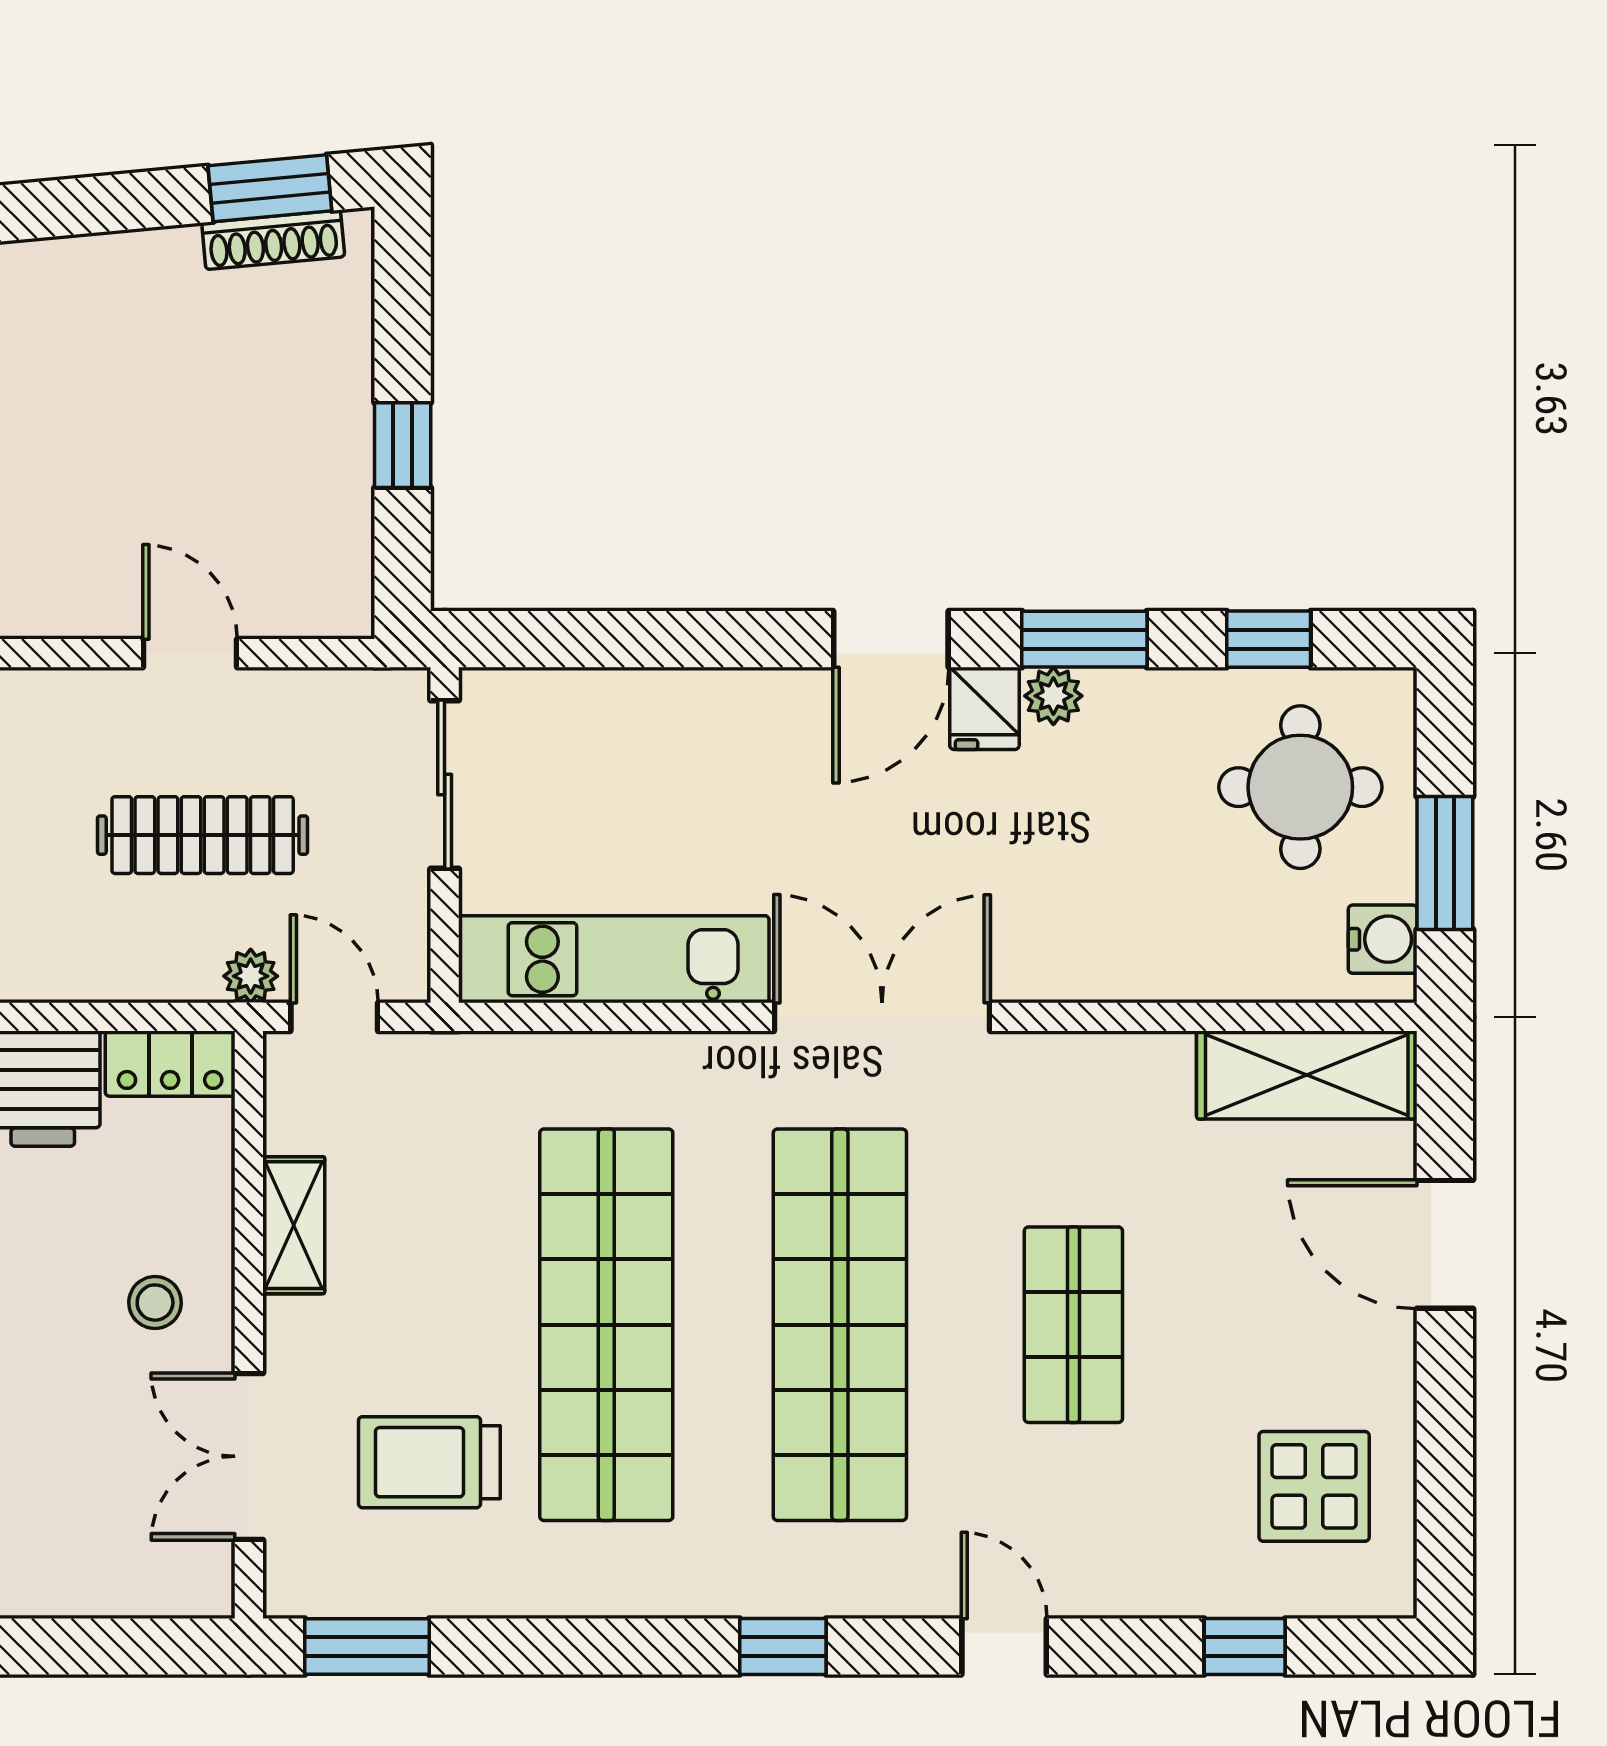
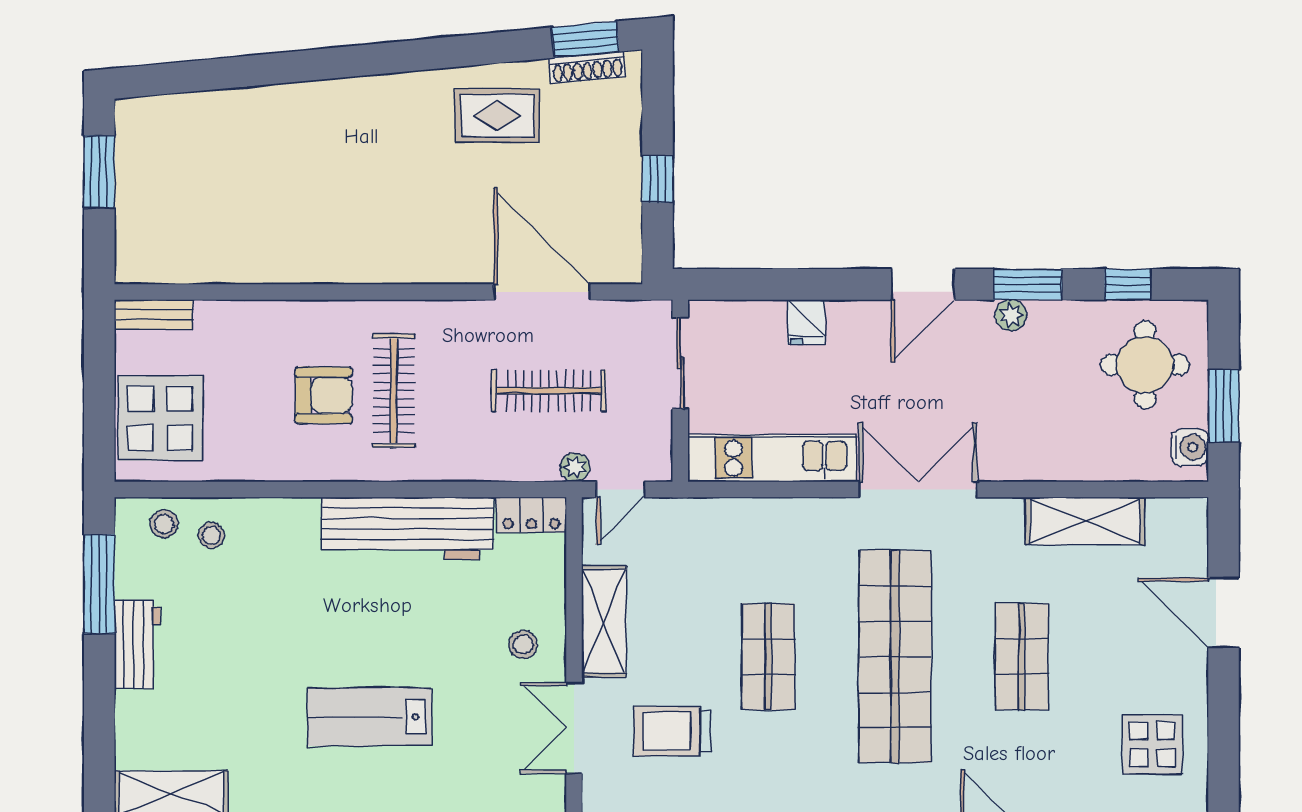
rug: (107, 328) -> (497, 116), added
door: (190, 653) -> (542, 292), width x1.87
fridge: (984, 708) -> (806, 322), moved
door: (334, 1017) -> (620, 489), swing flipped
shelving: (1307, 1075) -> (1085, 521), moved
shelving: (294, 1225) -> (604, 621), width x1.50, depth x1.33
shop shelf: (606, 1325) -> (768, 657), width x0.50, depth x0.74

